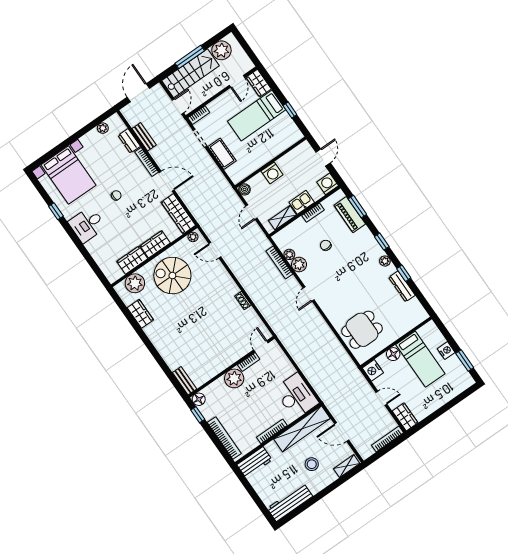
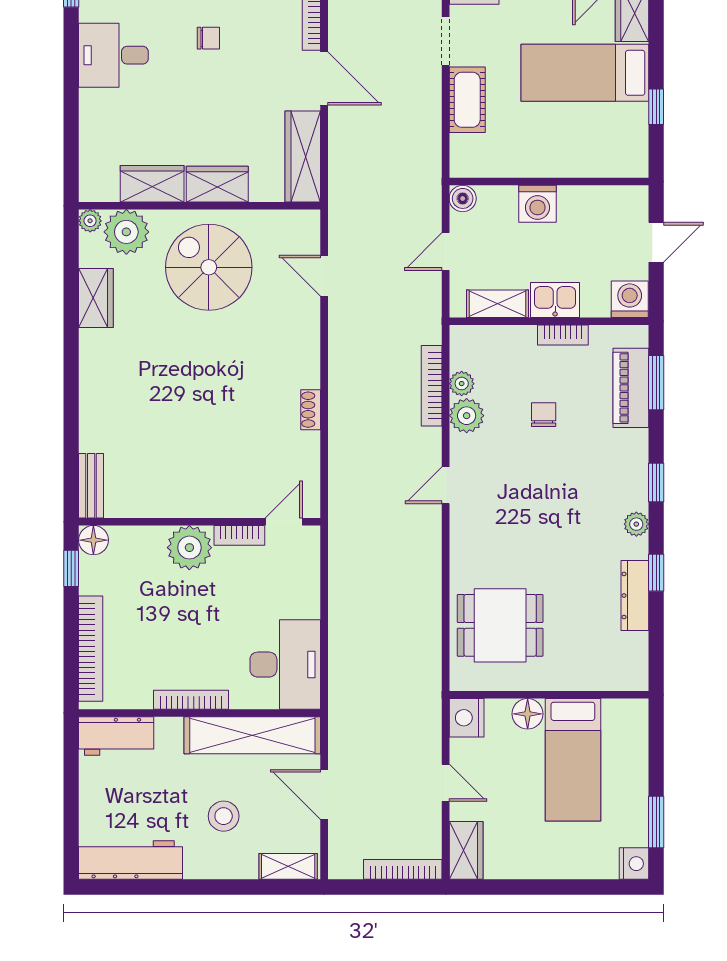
plant: (193, 237) -> (90, 221), moved
nightstand: (446, 351) -> (634, 864), moved

